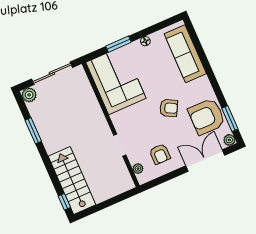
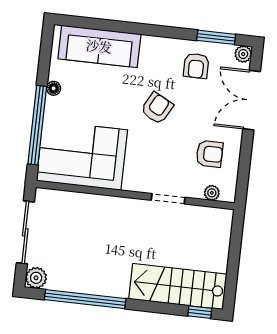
window: (118, 44) -> (37, 125), width x2.11
armchair: (207, 117) -> (196, 66), width x0.53, depth x0.53
window: (33, 131) -> (85, 299), width x2.11

